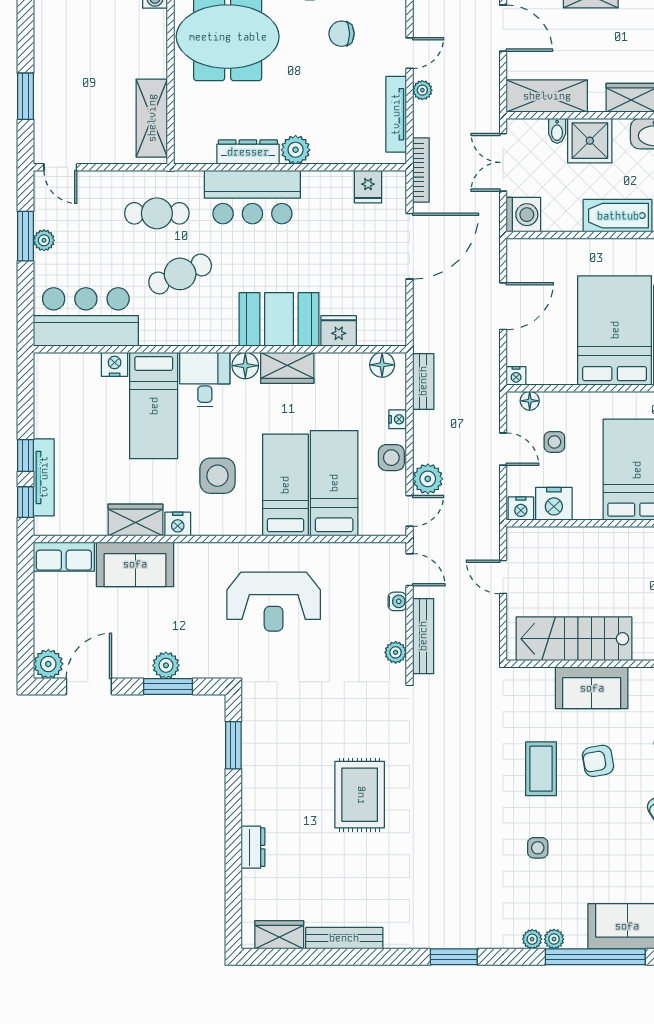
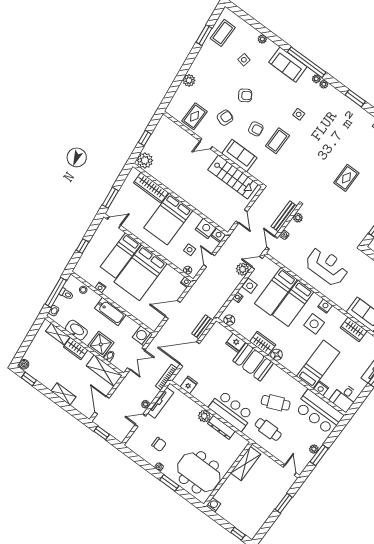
desk: (205, 379) -> (344, 397), moved
bench: (423, 381) -> (202, 327), moved
nightstand: (178, 524) -> (325, 306), moved
rug: (360, 795) -> (346, 178), width x0.73, depth x0.70

